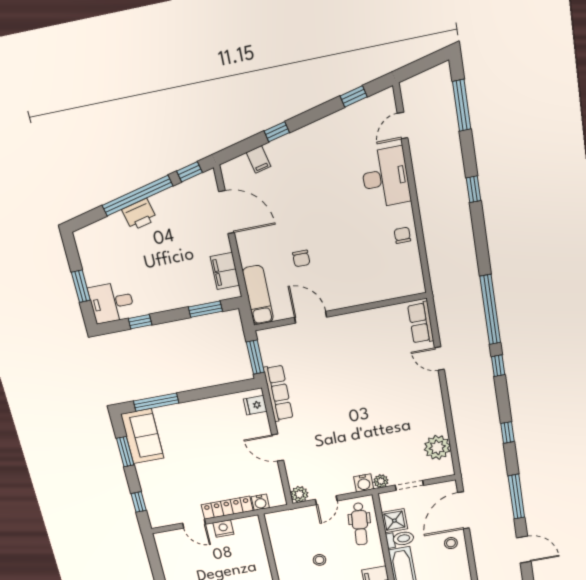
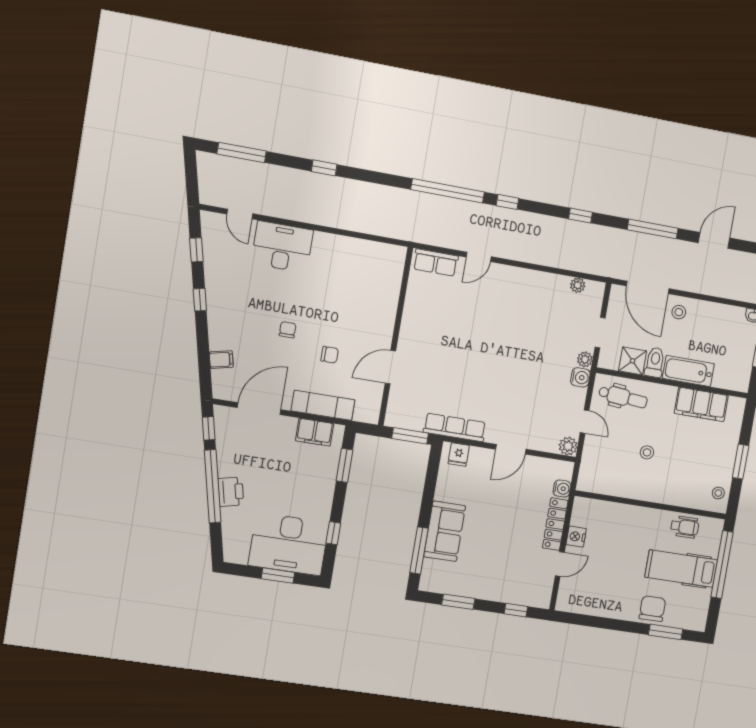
window: (277, 132) -> (200, 300), moved
chair: (402, 235) -> (288, 330), moved, turned 90
exam couch: (258, 295) -> (323, 405), moved
desk: (112, 302) -> (289, 544), width x1.87, depth x1.30
sofa: (142, 436) -> (445, 531), moved, turned 90
plant: (437, 447) -> (578, 285), width x0.53, depth x0.53

